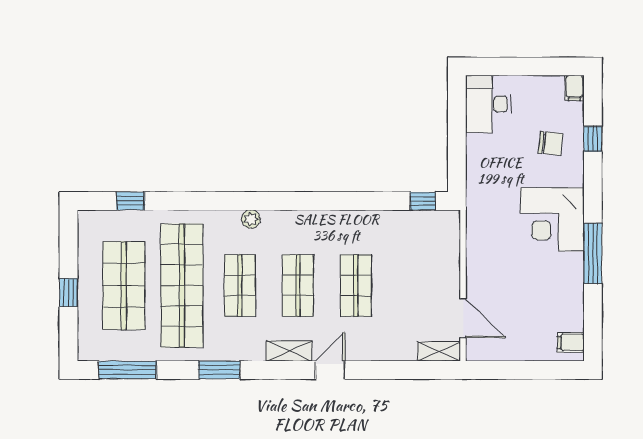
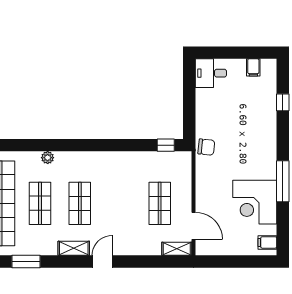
filing cabinet: (574, 88) -> (253, 67), moved
desk: (488, 104) -> (211, 73), width x0.73
chair: (551, 143) -> (206, 147), moved
corner desk: (552, 220) -> (255, 202), moved
shop shelf: (356, 286) -> (160, 203), moved

